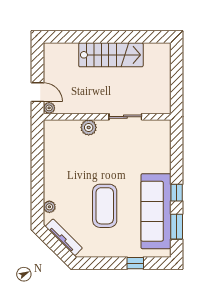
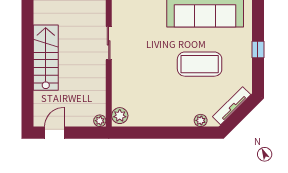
door: (37, 92) -> (54, 133), moved
plant: (89, 127) -> (120, 116), moved
window: (135, 263) -> (258, 49), moved

